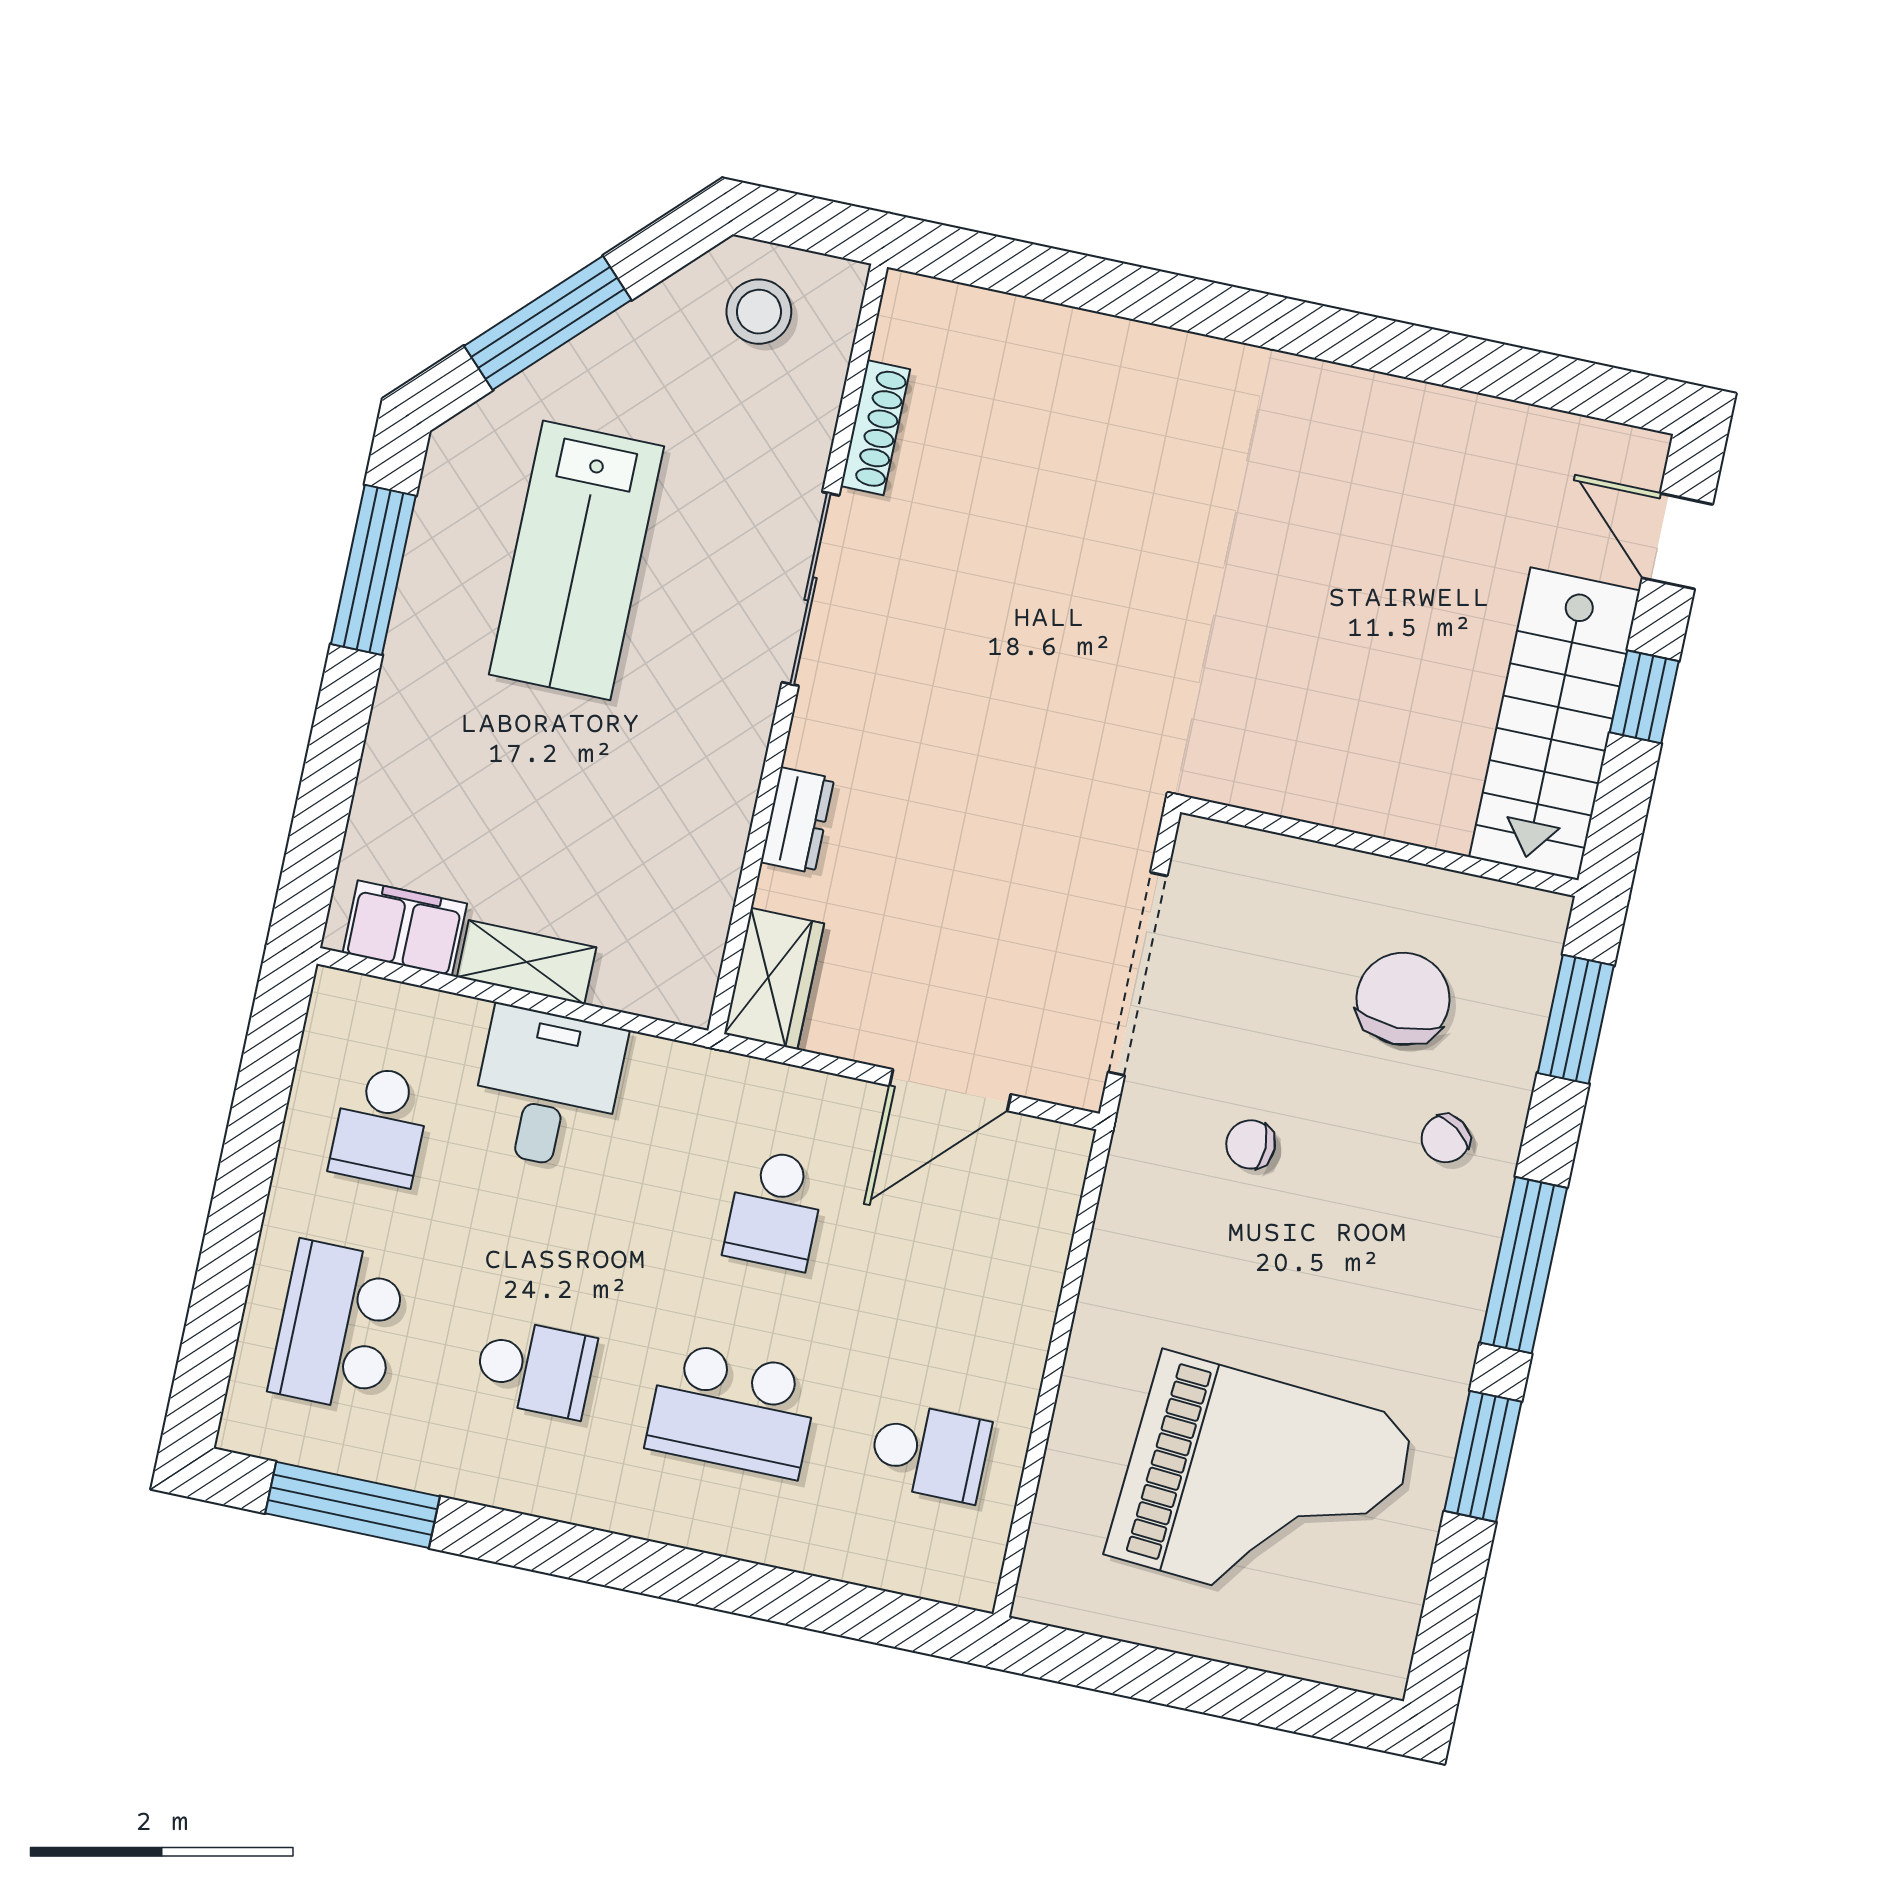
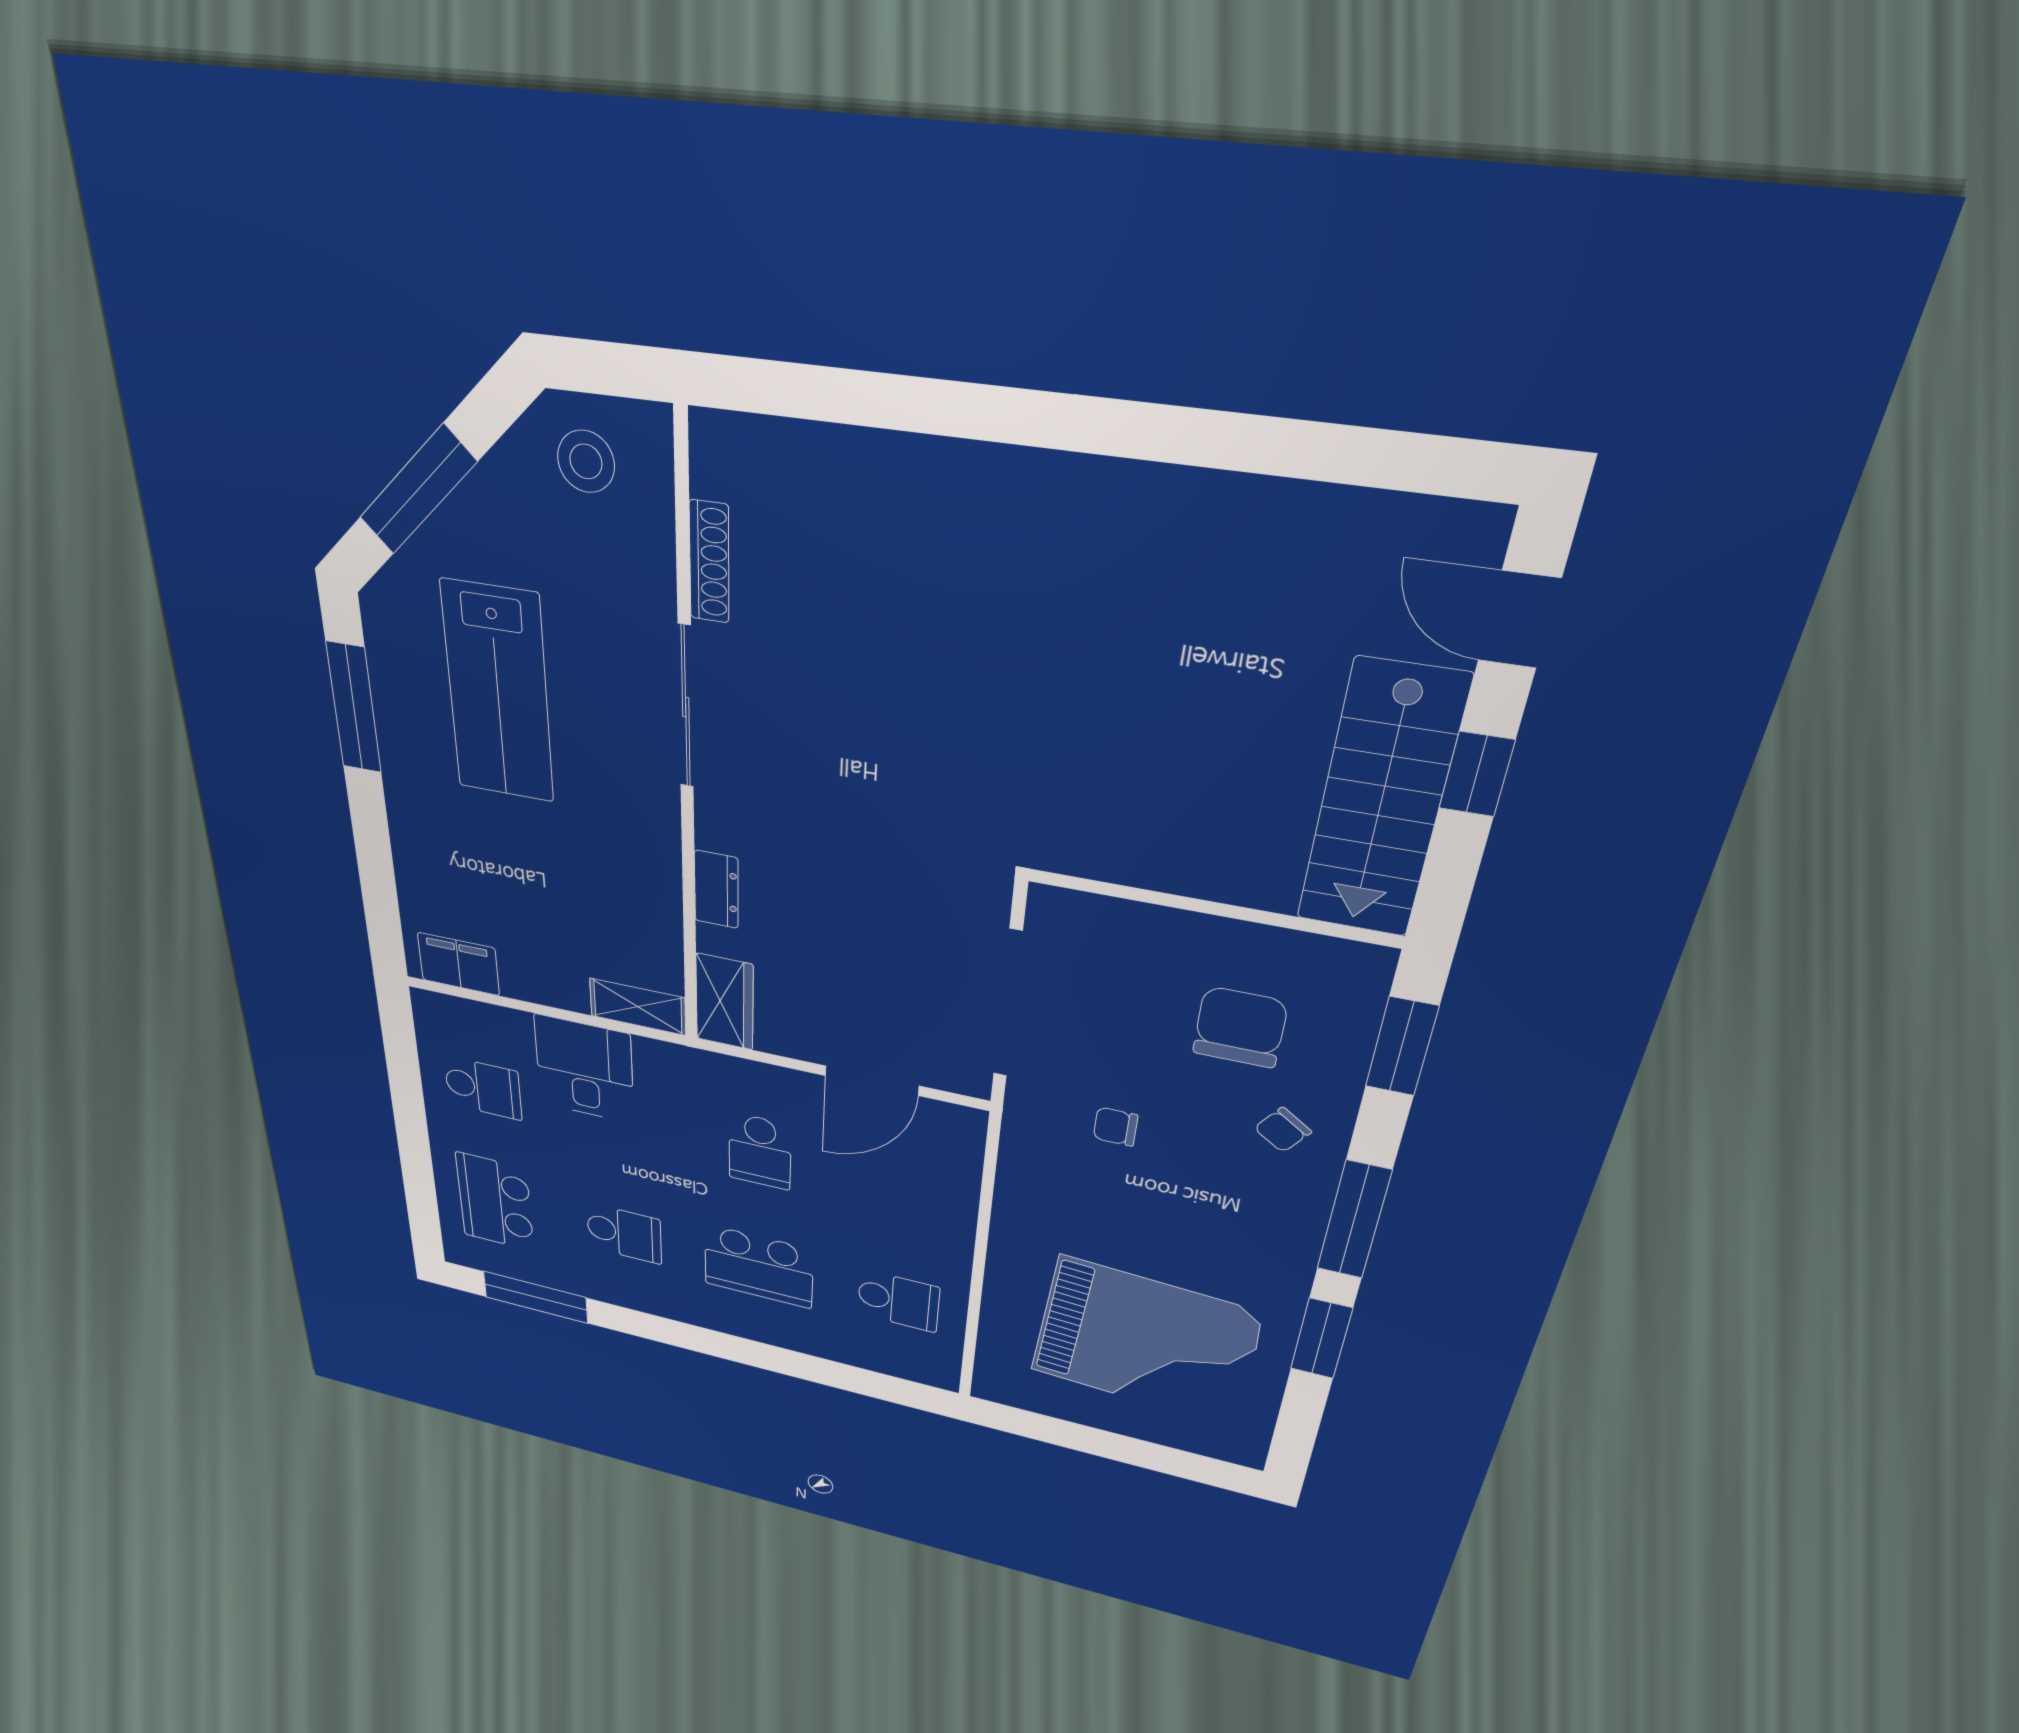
shelving: (527, 962) -> (638, 1007), moved
school desk: (380, 1126) -> (483, 1088), turned -90

